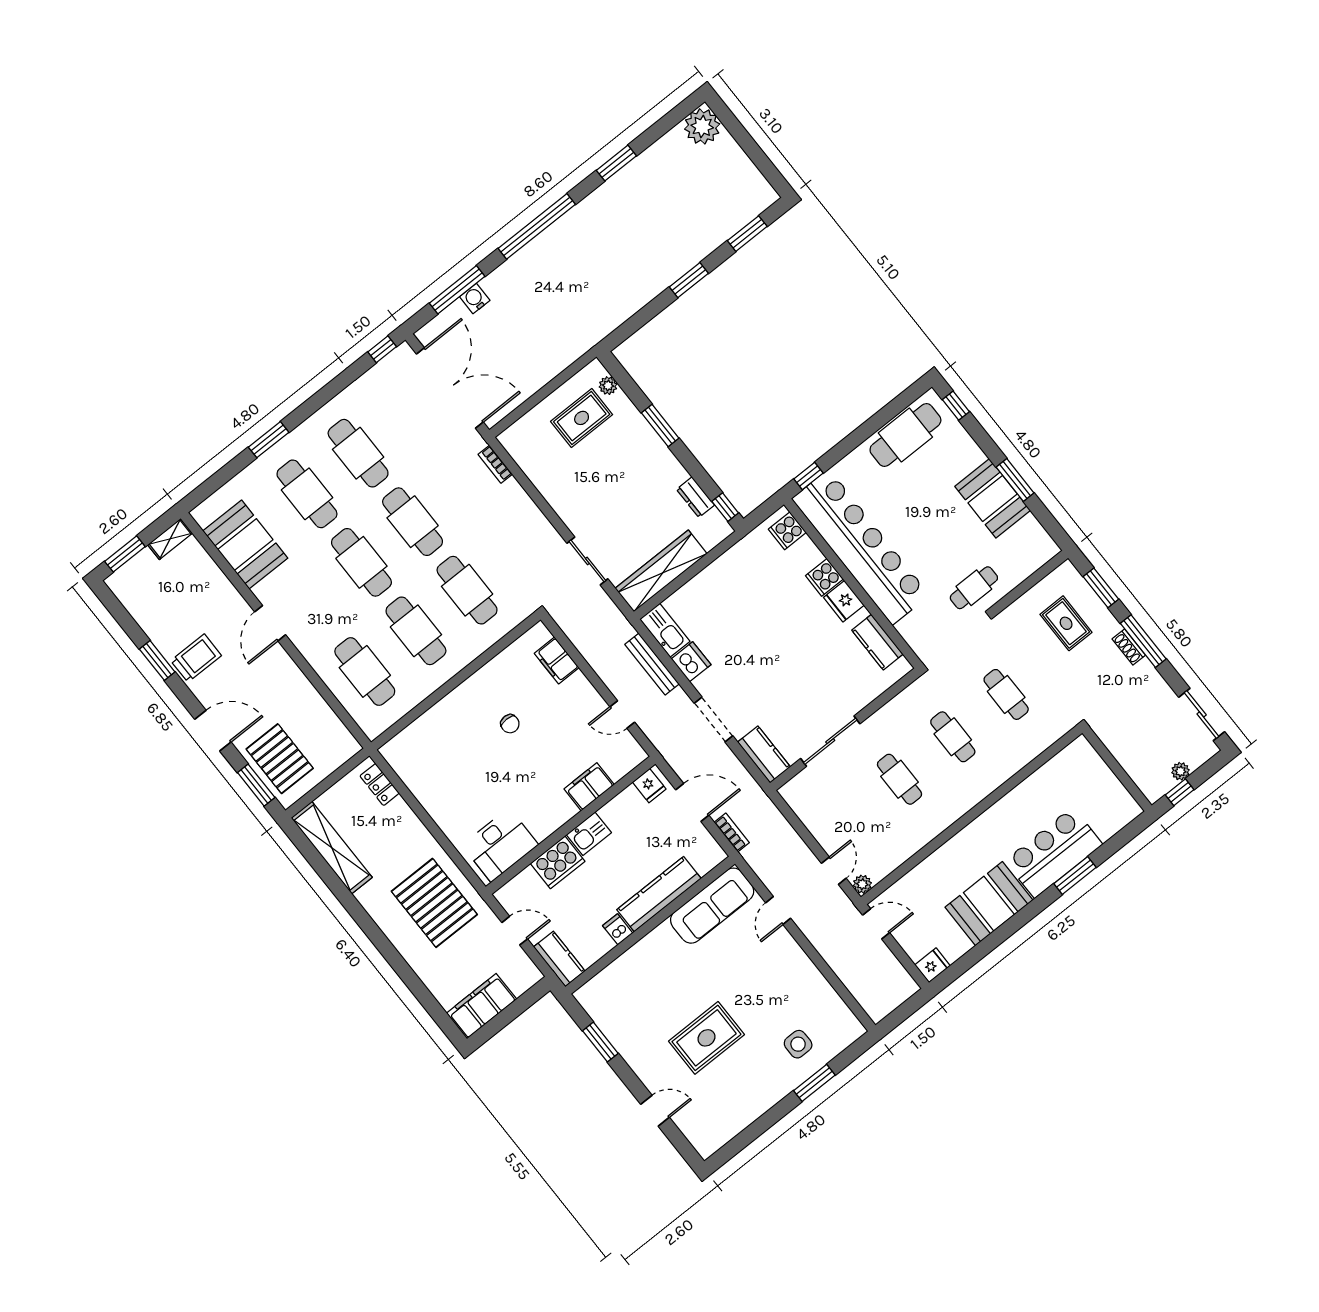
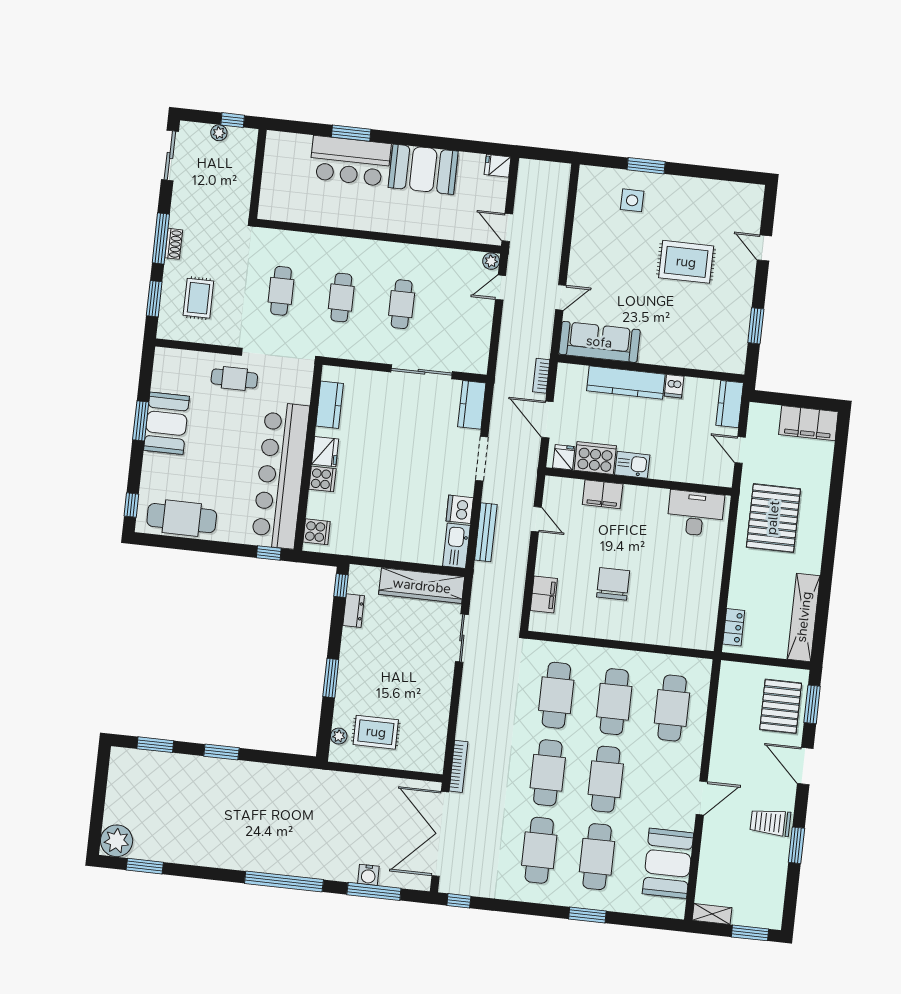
window: (616, 163) -> (145, 866), moved
bookcase: (495, 464) -> (458, 766), width x1.56
chair: (510, 724) -> (613, 584), width x1.87, depth x1.87
cooker: (558, 862) -> (595, 458), moved

